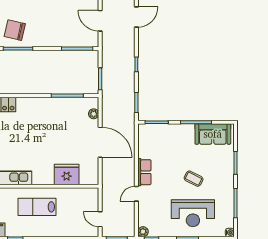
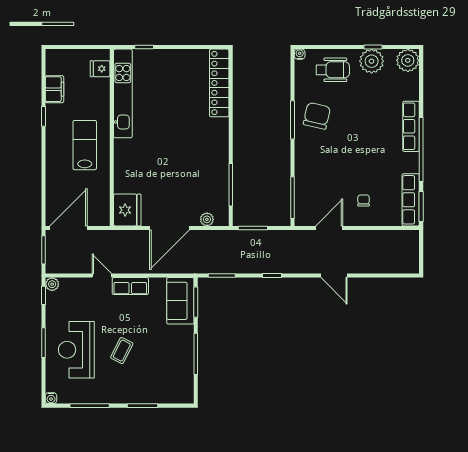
sofa: (213, 134) -> (180, 301), moved
fridge: (67, 174) -> (127, 210), moved
door: (100, 219) -> (68, 228), width x1.88

